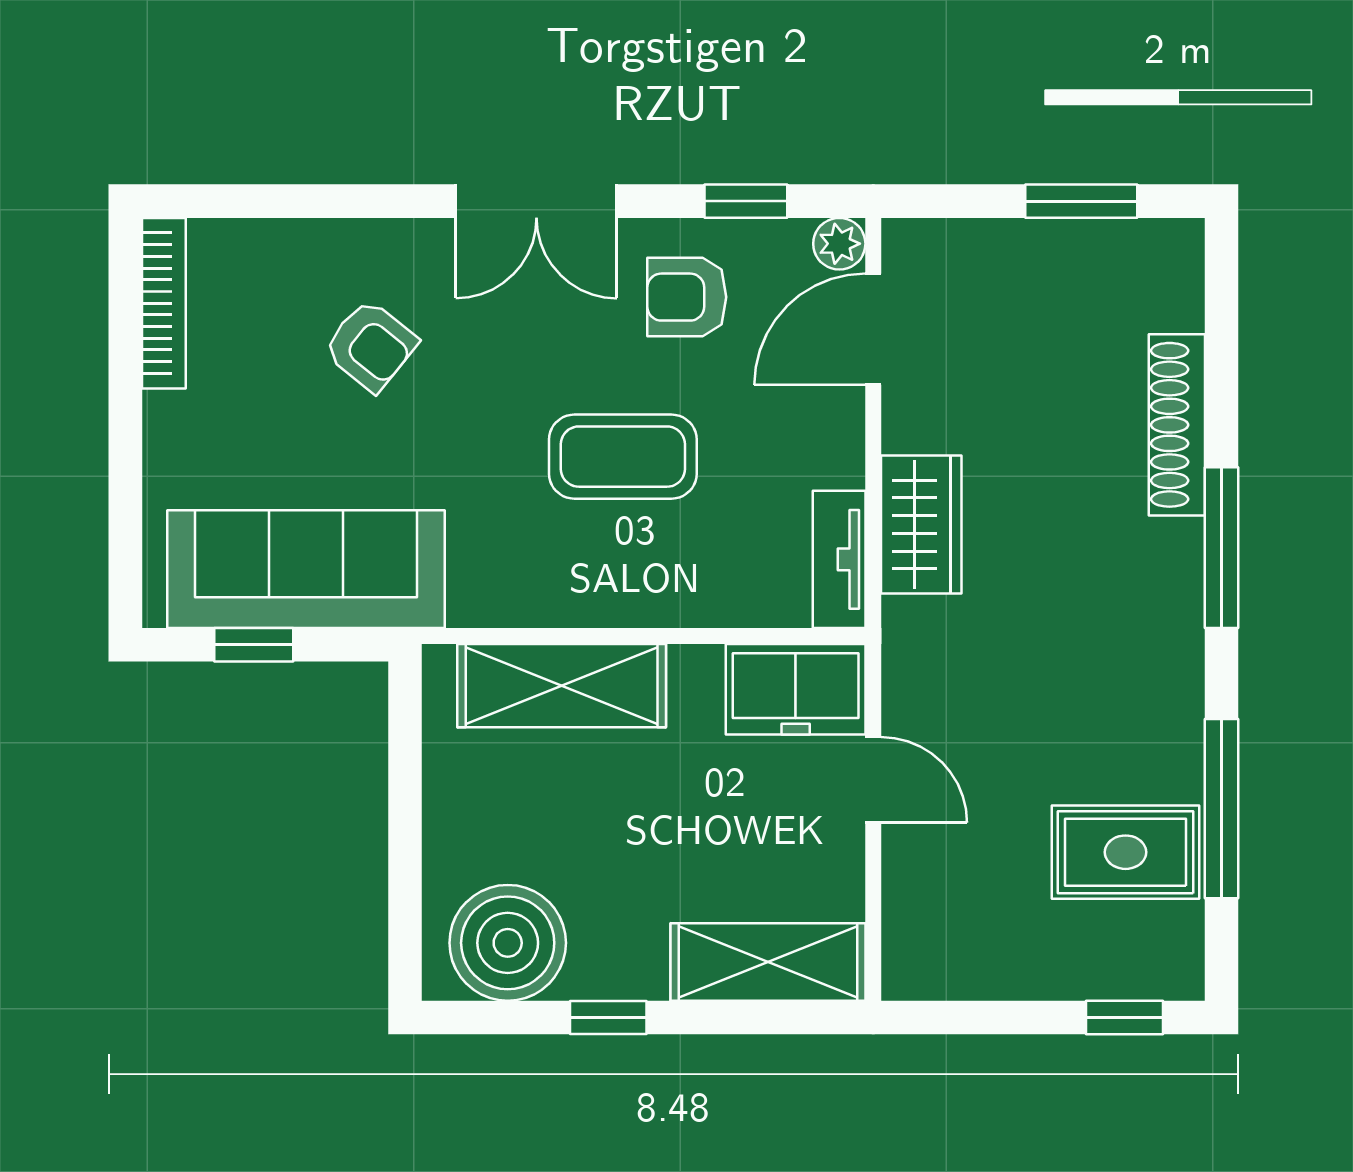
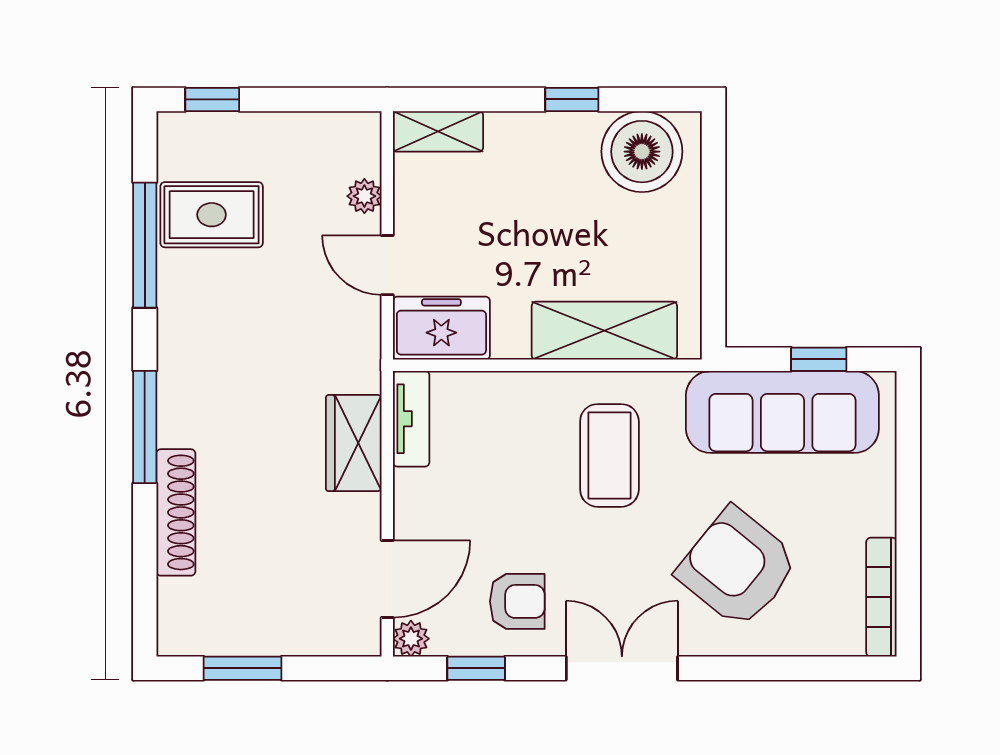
armchair: (371, 346) -> (737, 568), width x1.88, depth x1.88
coffee table: (623, 457) -> (609, 455), moved, turned 90
plant: (906, 879) -> (364, 196), added
shelving: (768, 962) -> (438, 131), width x0.67, depth x0.75

